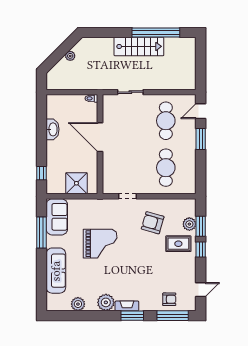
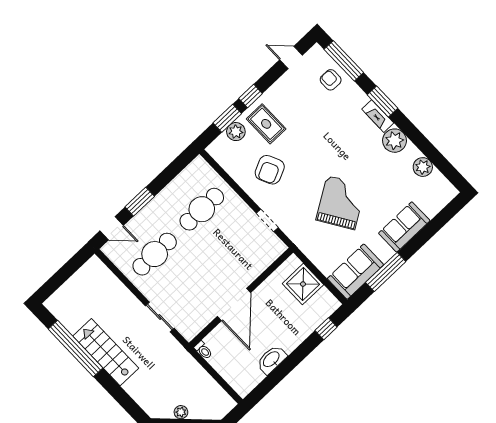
armchair: (153, 223) -> (270, 170), turned 49
grand piano: (100, 244) -> (341, 203), turned 58
sofa: (56, 271) -> (404, 227), width x0.73

